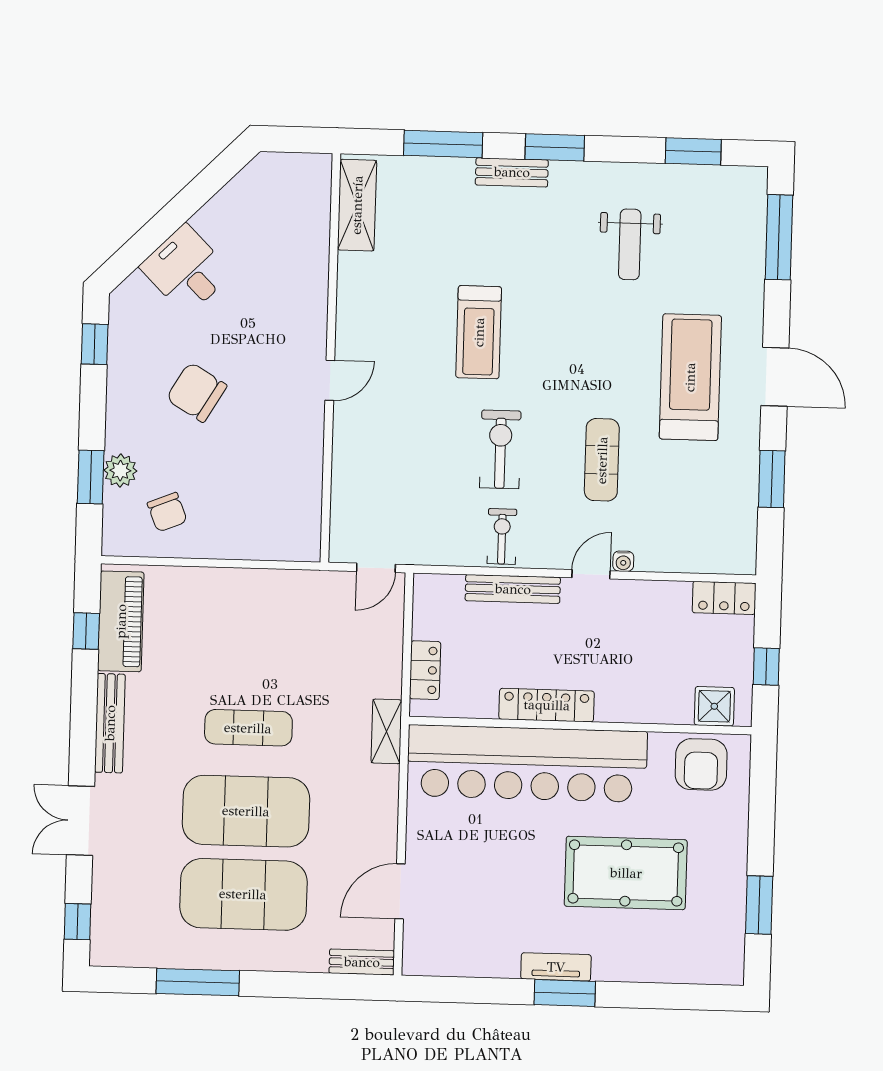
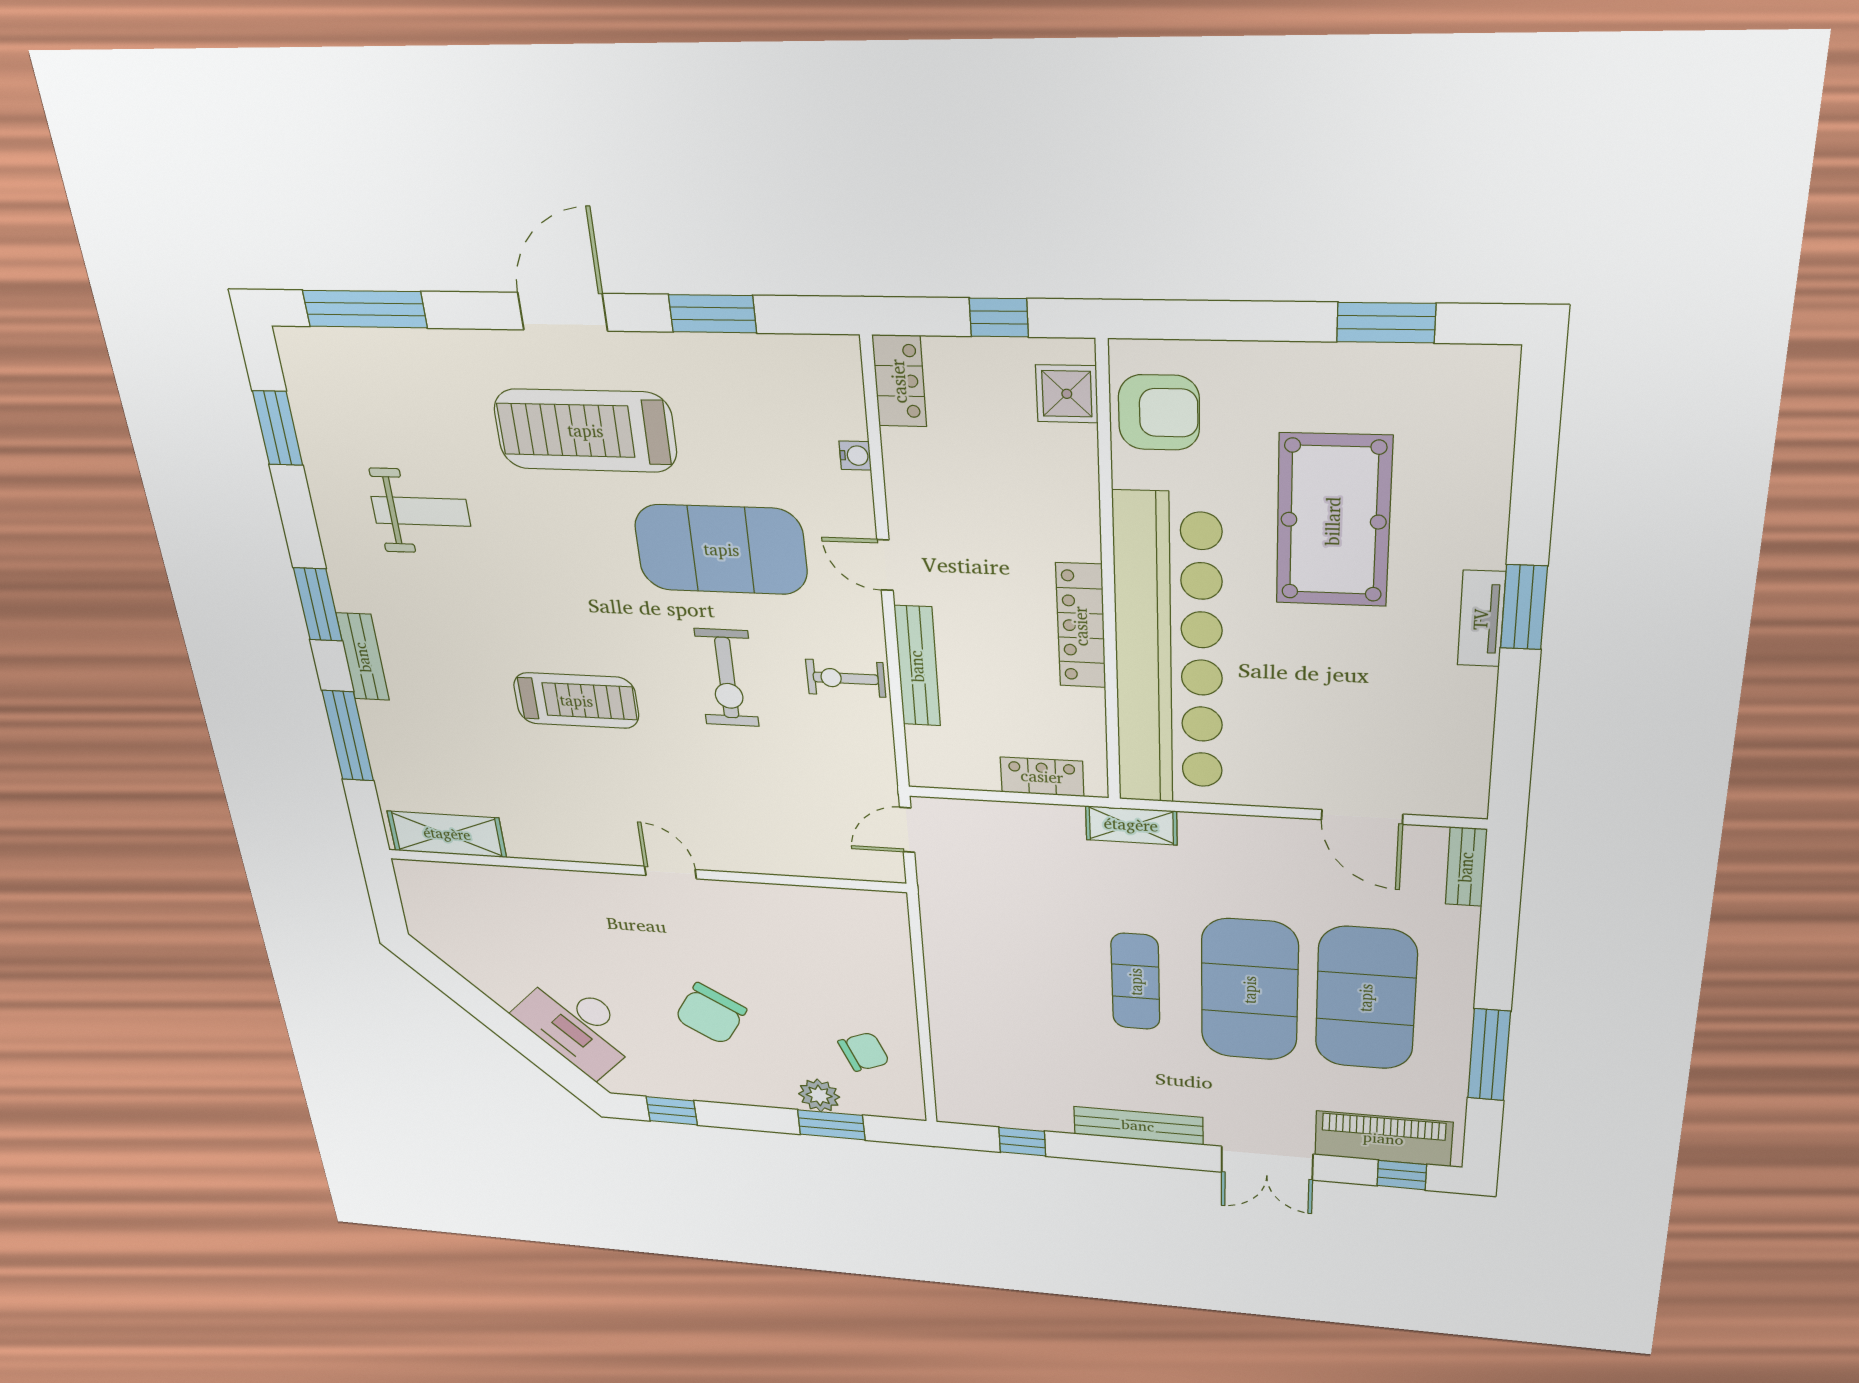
desk: (186, 270) -> (578, 1026), width x1.37
exercise bike: (500, 449) -> (727, 678), turned -90
exercise mat: (602, 460) -> (721, 550), width x2.00, depth x1.45
water cooler: (623, 561) -> (855, 456), moved
door: (376, 568) -> (907, 830), swing flipped
piano: (121, 621) -> (1383, 1139), moved

